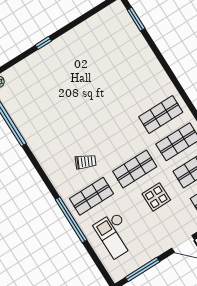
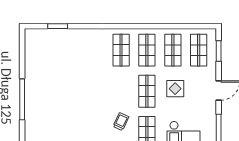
window: (136, 19) -> (58, 26), moved
window: (43, 43) -> (22, 99), width x3.17

